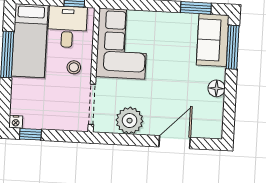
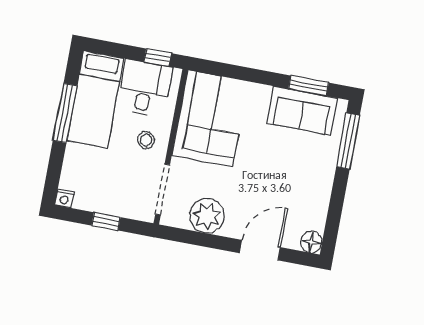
sofa: (213, 40) -> (302, 111), moved, turned -90
floor lamp: (217, 88) -> (311, 242), moved
window: (30, 134) -> (106, 221), moved

